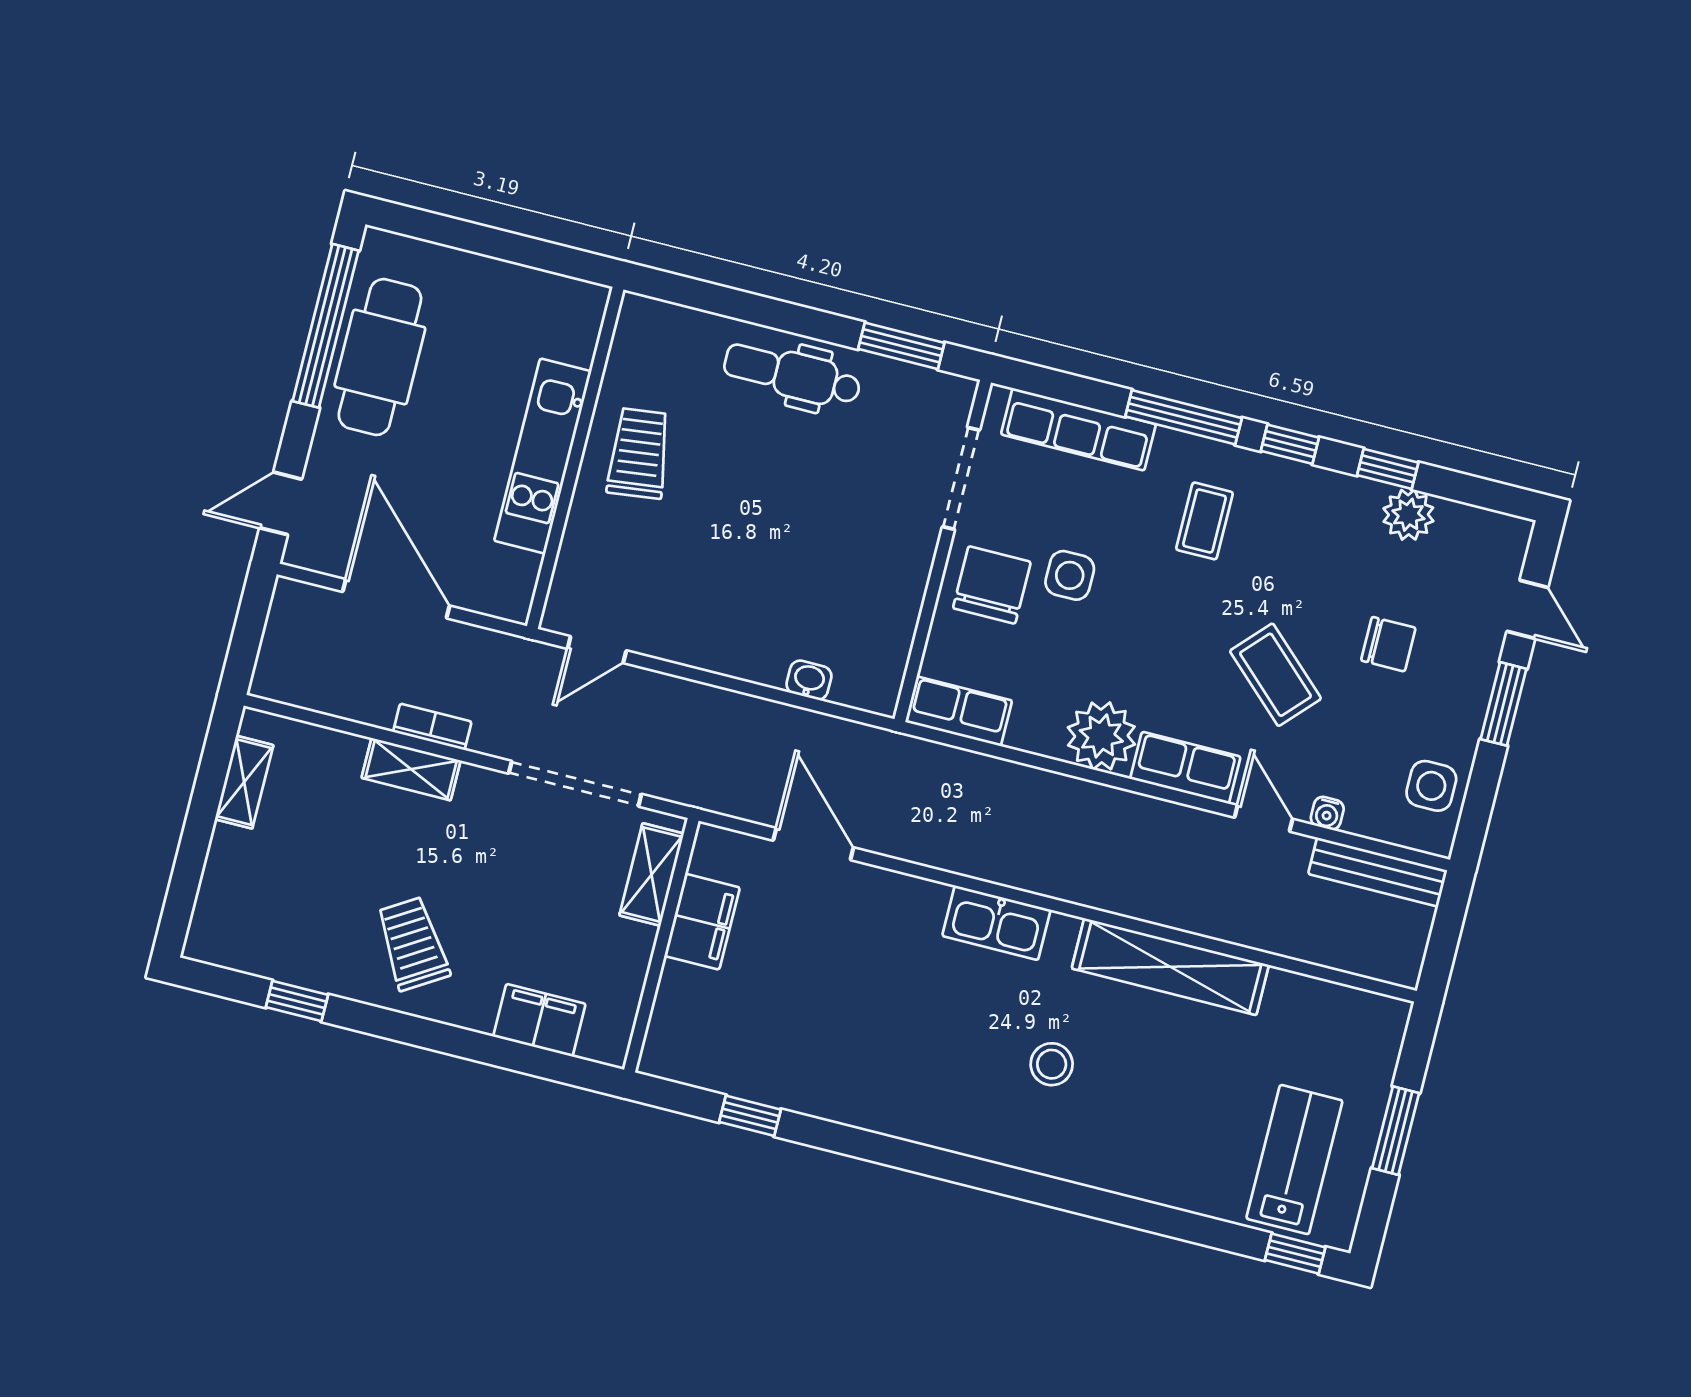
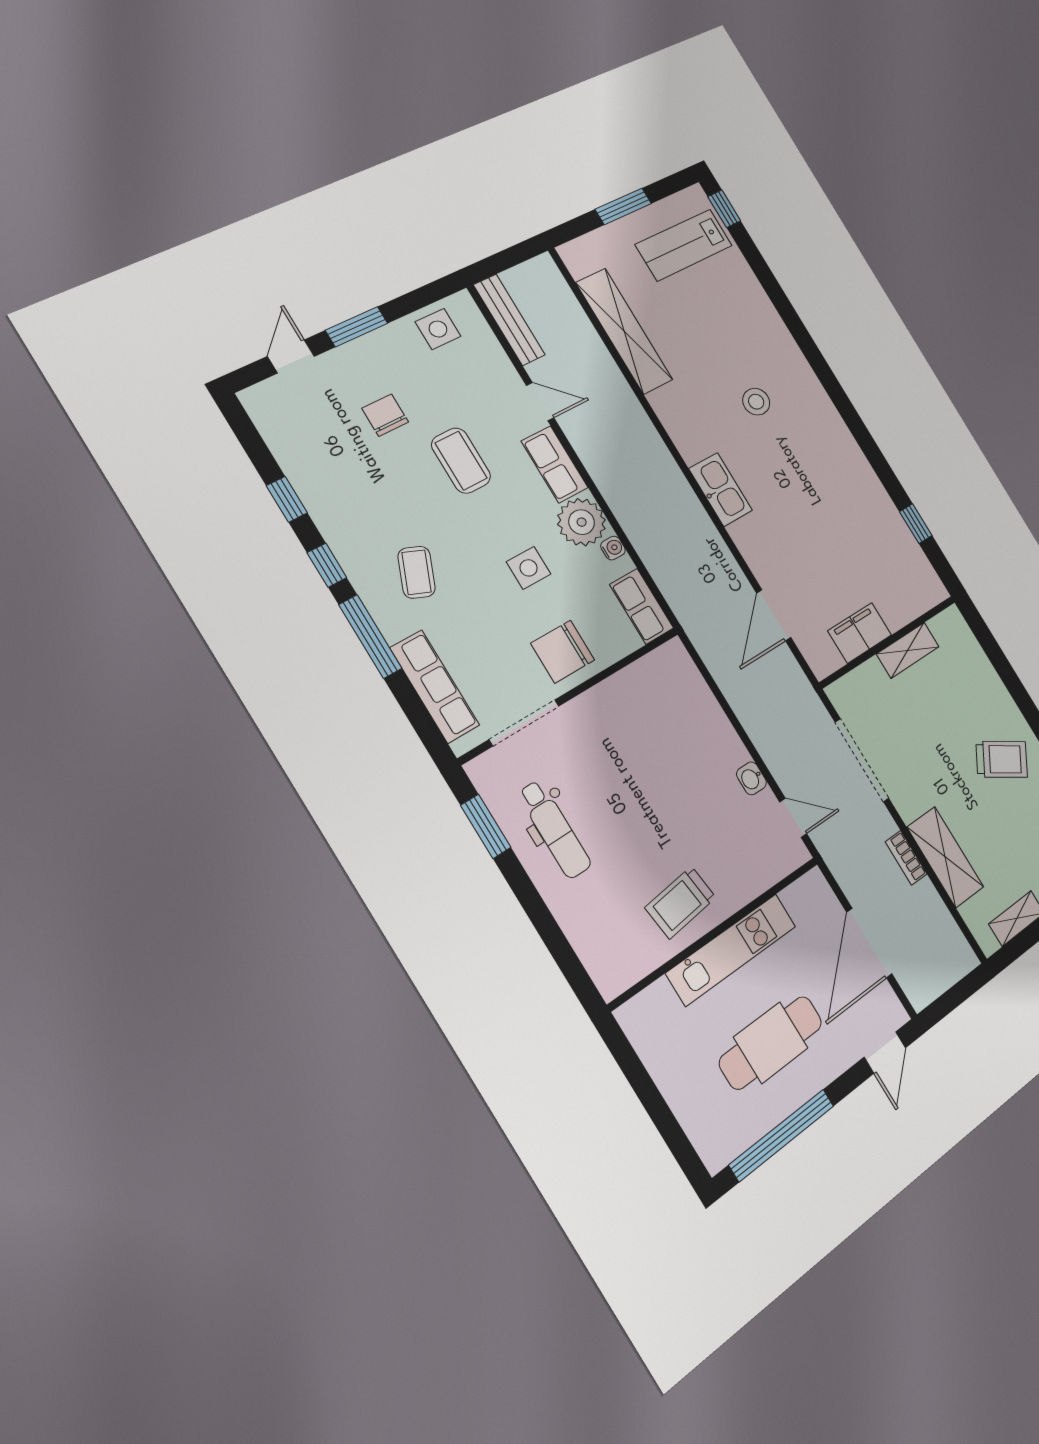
cafe table: (380, 357) -> (771, 1043), moved
dental chair: (792, 375) -> (555, 829), moved
door: (281, 503) -> (885, 1053), hinge flipped
plant: (1408, 515) -> (302, 466), removed
coffee table: (1205, 521) -> (417, 572), turned -68
side table: (1070, 575) -> (529, 568), moved
coffee table: (1275, 675) -> (461, 461), turned -43
washbasin: (809, 680) -> (751, 778), moved
shelving: (411, 769) -> (945, 857), width x1.50, depth x1.33
water cooler: (1327, 813) -> (613, 548), moved
door: (1264, 818) -> (540, 402), swing flipped
shelving: (652, 874) -> (908, 650), moved
trolley: (413, 944) -> (1002, 759), turned -116
shelving: (1170, 967) -> (624, 331), moved
filing cabinet: (539, 1020) -> (974, 665), removed

